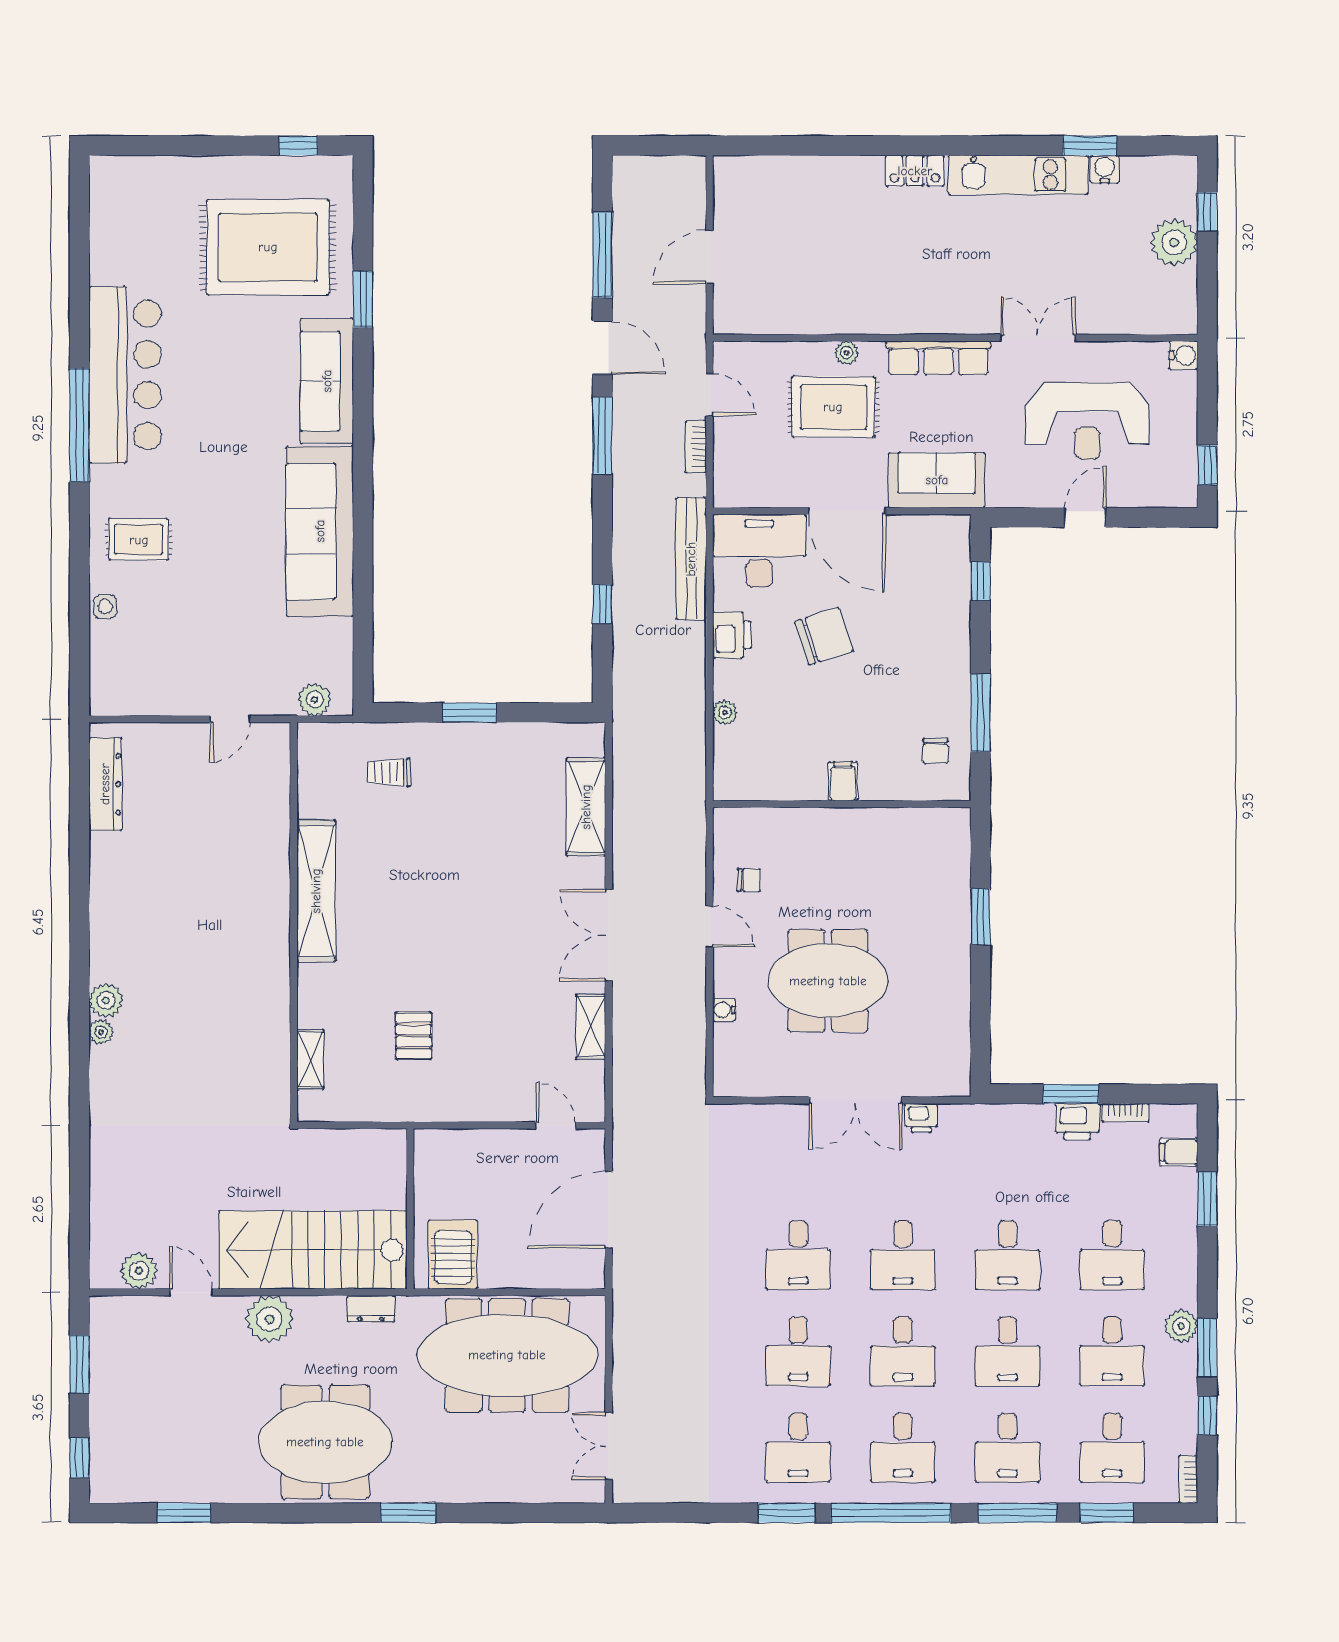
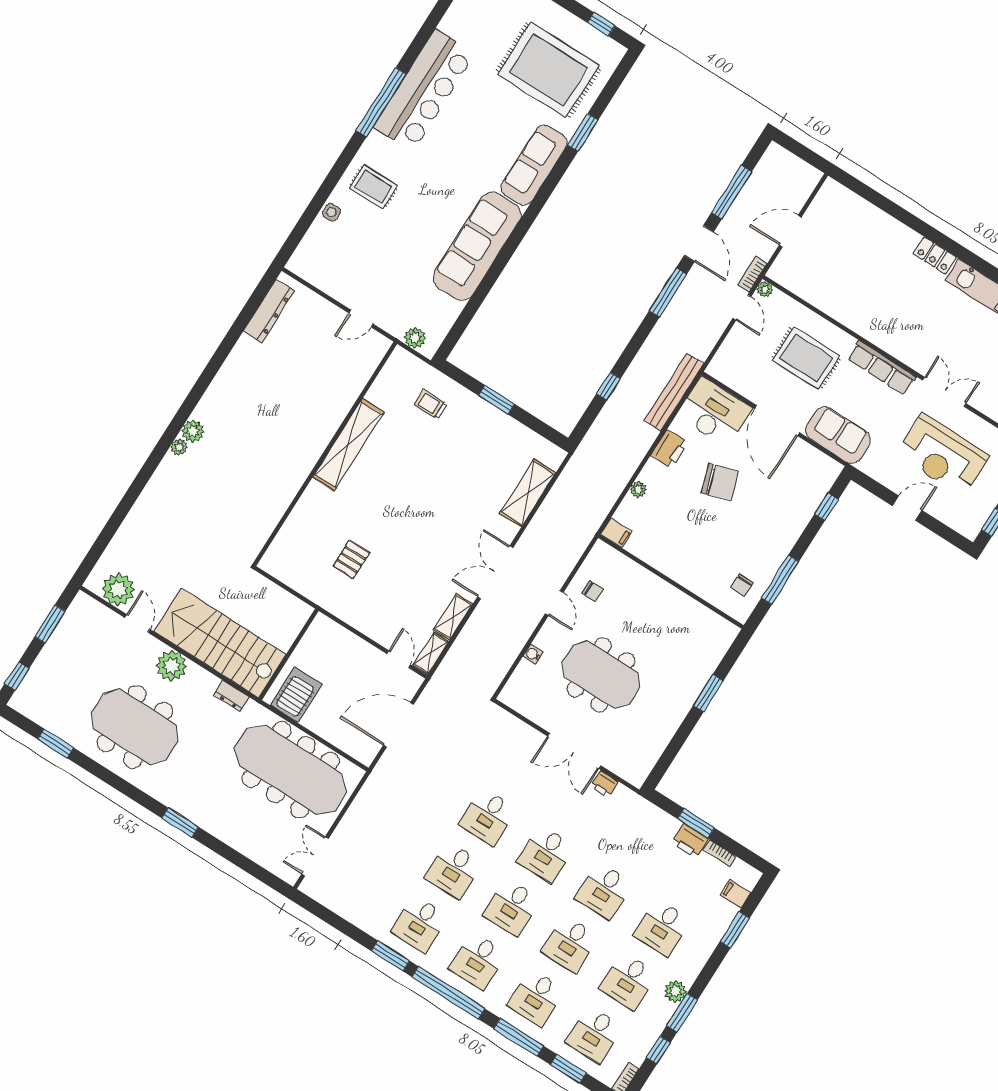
plant: (847, 353) -> (765, 289), moved
bookcase: (696, 447) -> (752, 274), moved
filing cabinet: (843, 781) -> (616, 533), moved, turned 90
shelving: (310, 1060) -> (431, 653), moved
plant: (139, 1271) -> (118, 589), width x1.36, depth x1.36
meeting table: (325, 1442) -> (135, 727), moved

